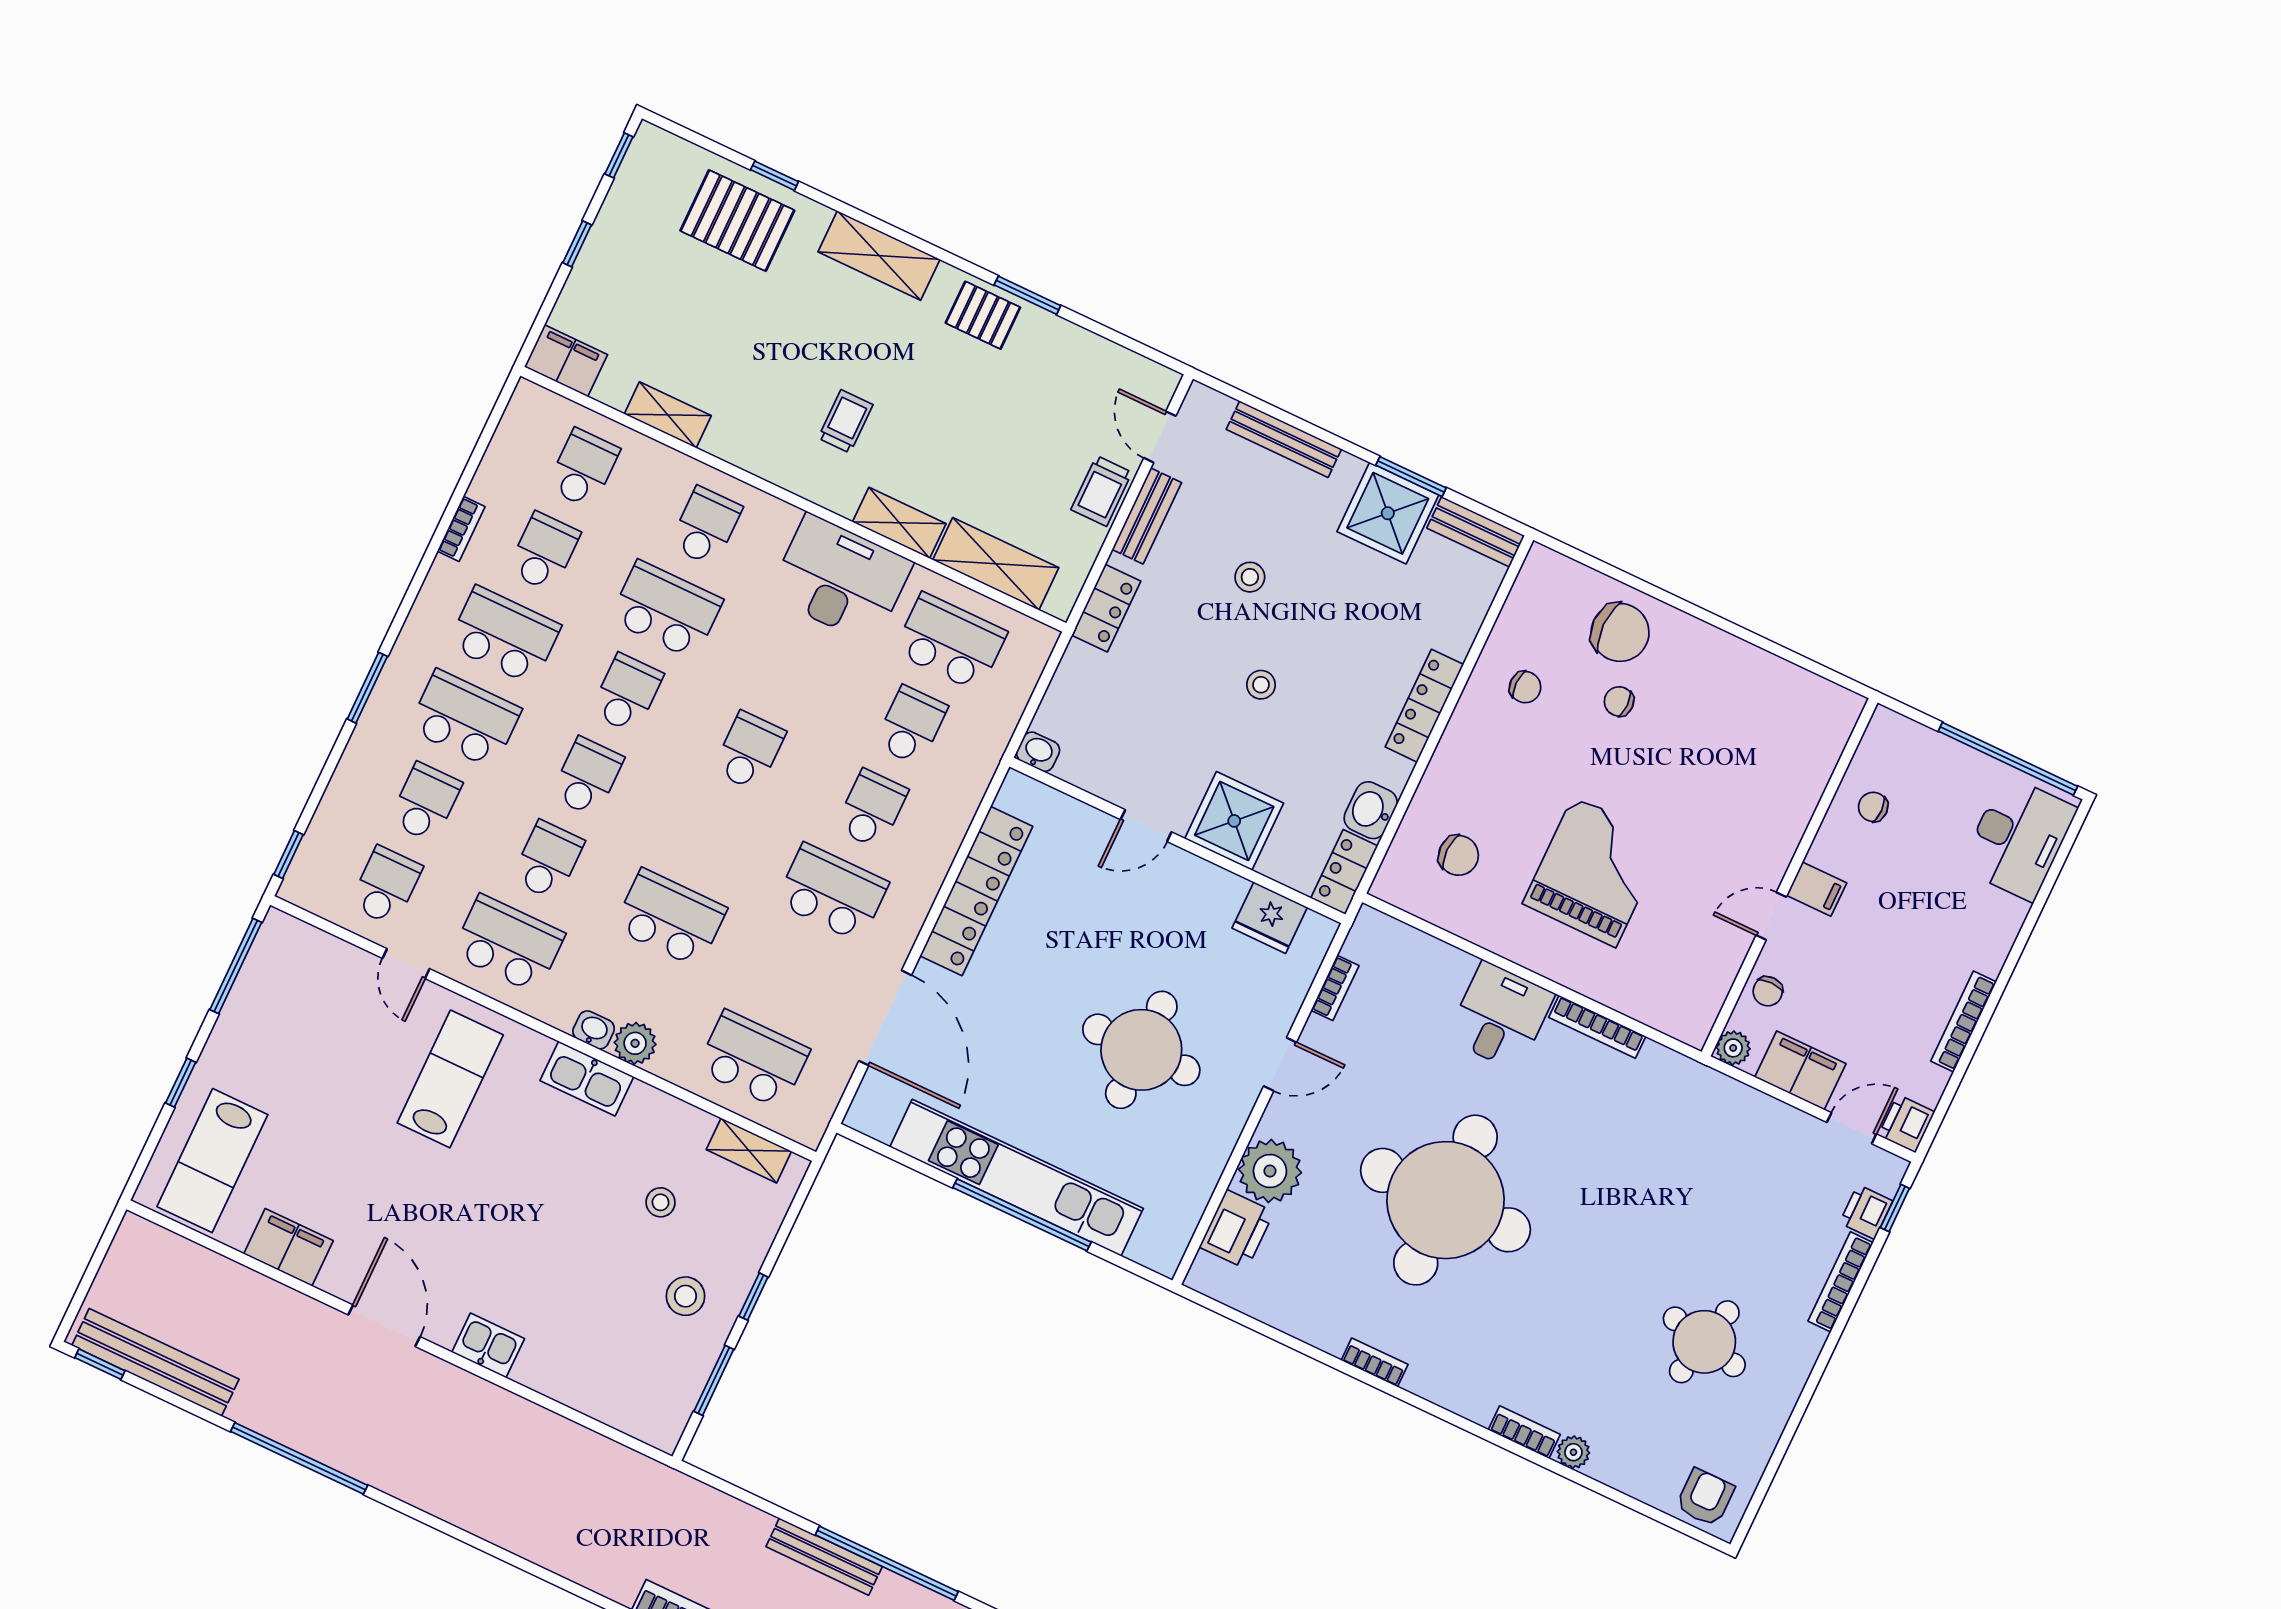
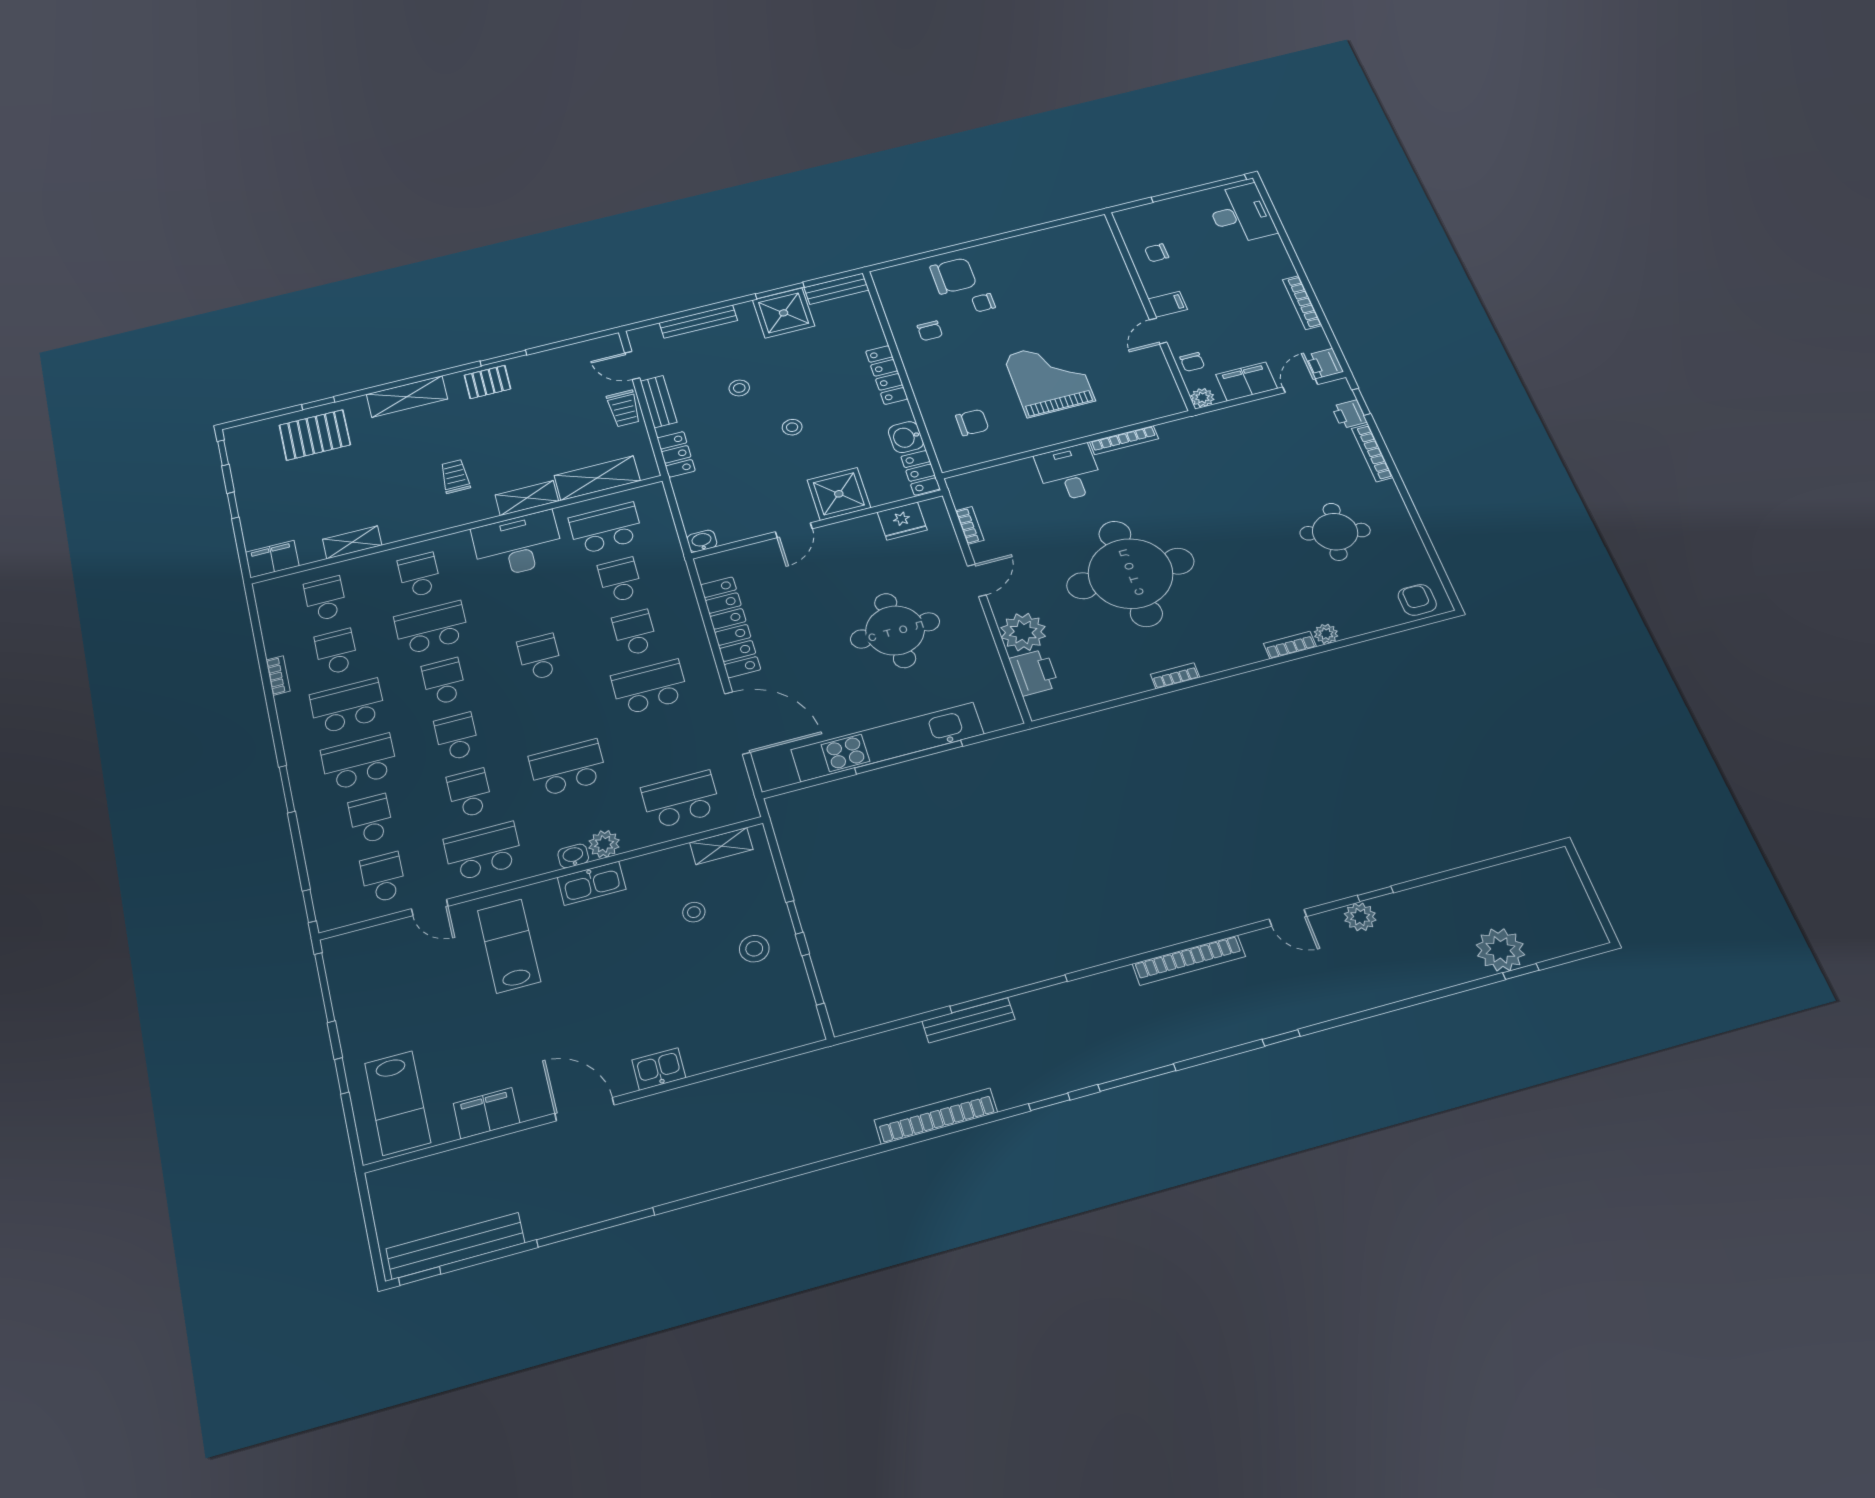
chair: (1525, 687) -> (930, 331), turned 90

